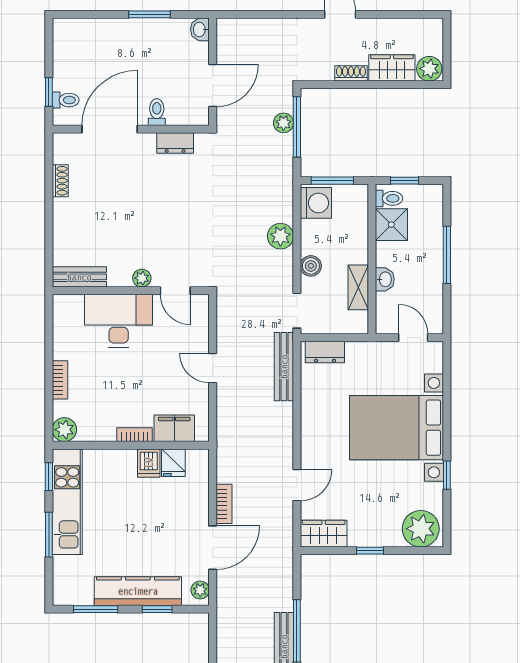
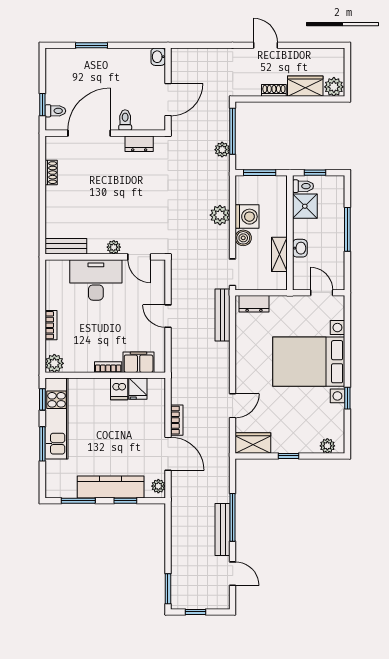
window: (149, 14) -> (91, 45), moved
plant: (283, 123) -> (222, 150), moved
washing machine: (316, 203) -> (247, 217), moved
plant: (421, 529) -> (327, 446), width x0.53, depth x0.53
door: (213, 548) -> (168, 454), hinge flipped

